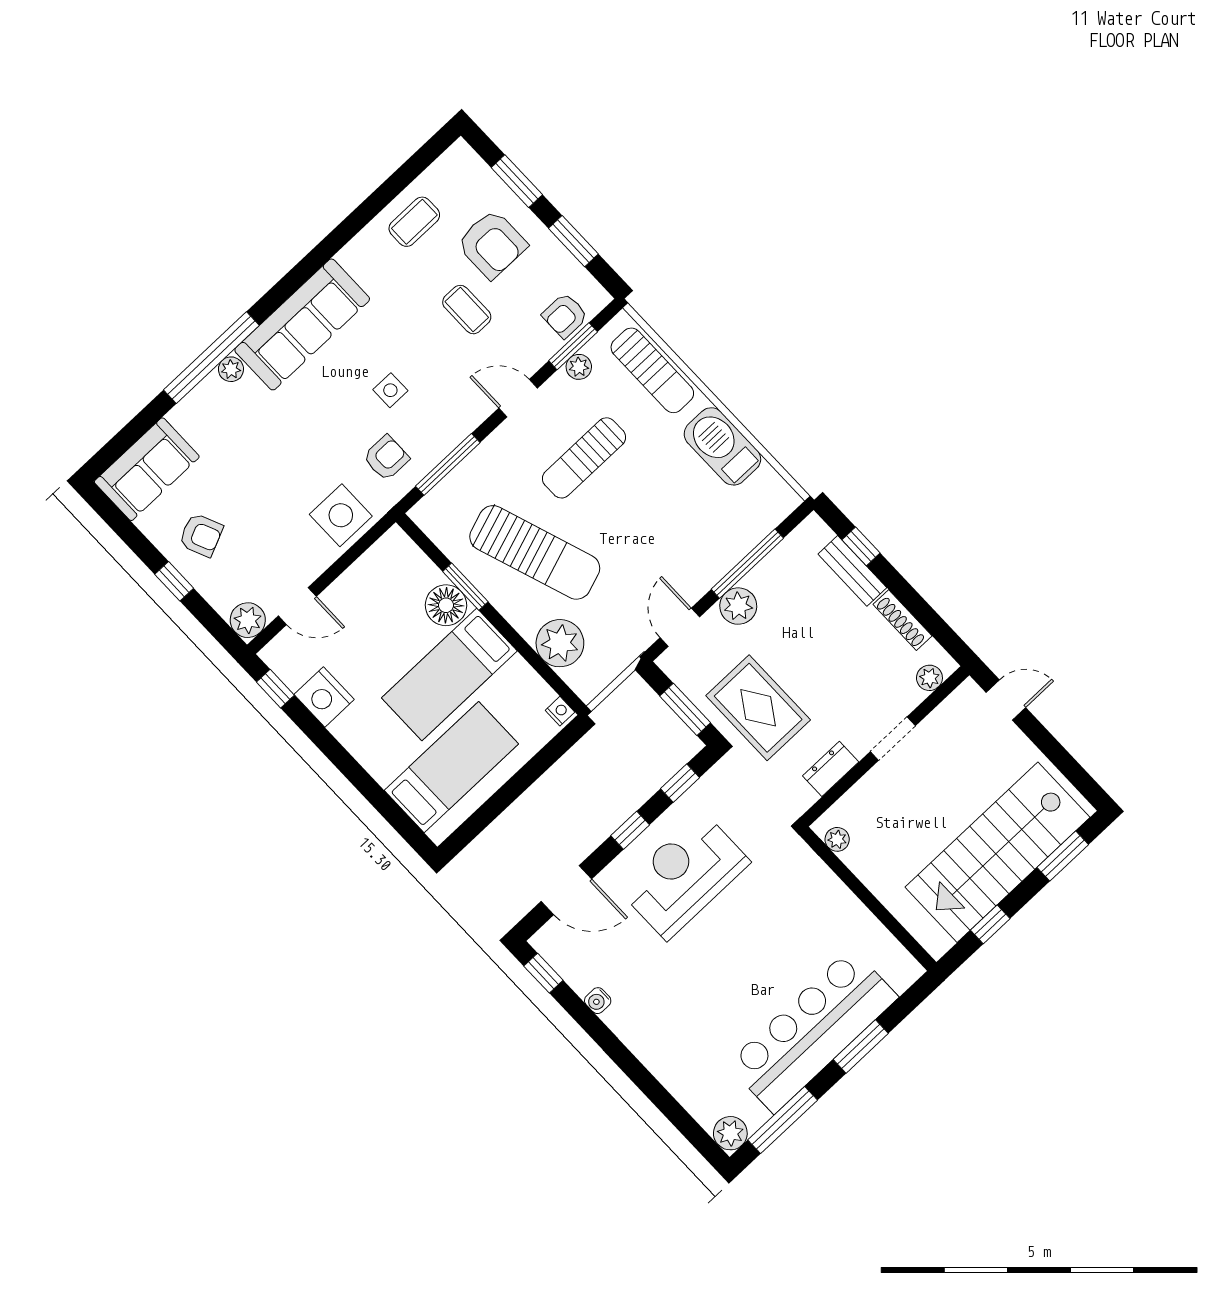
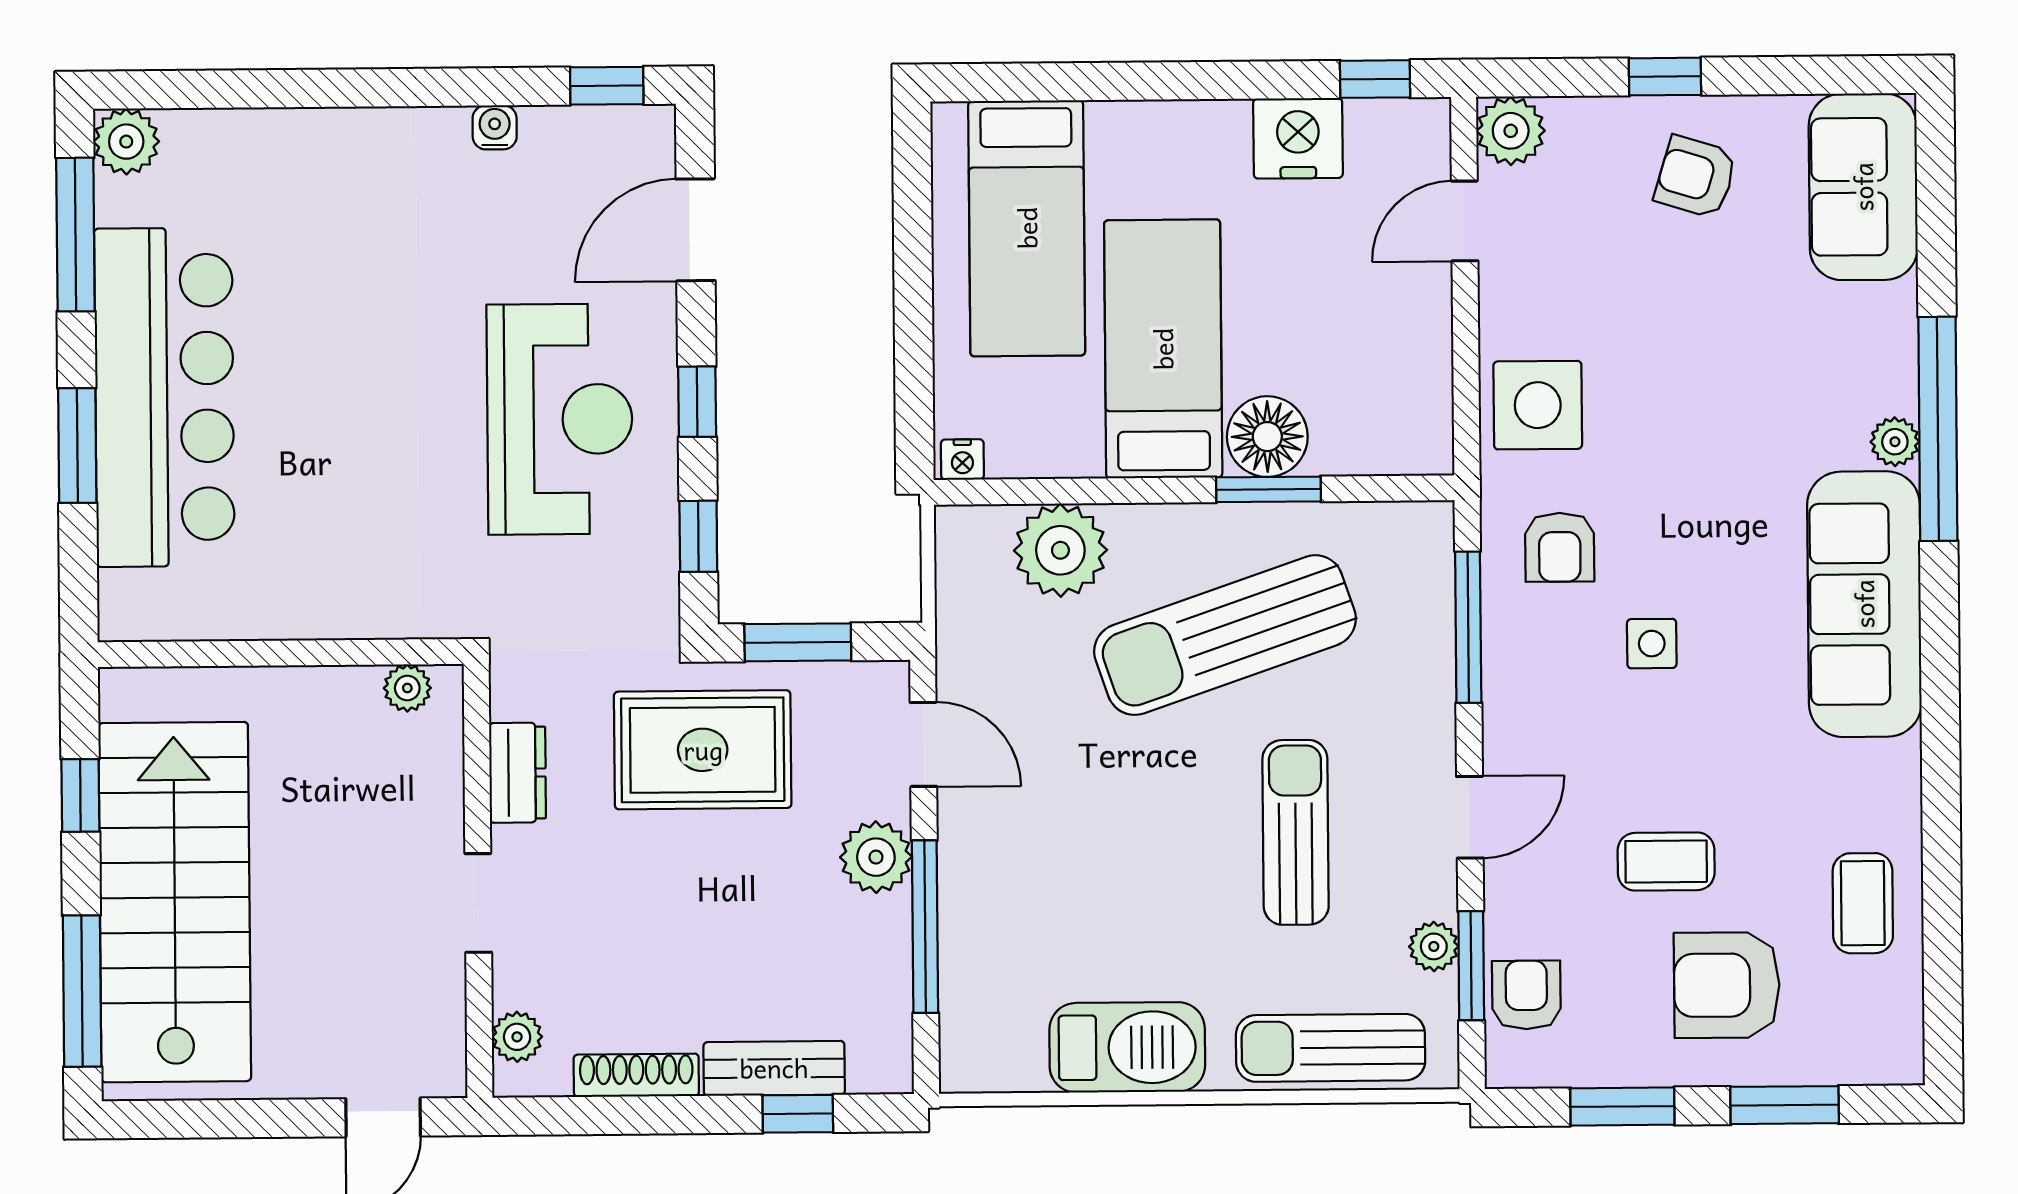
armchair: (201, 535) -> (1696, 177), turned 41
window: (1063, 856) -> (82, 991), width x1.44

